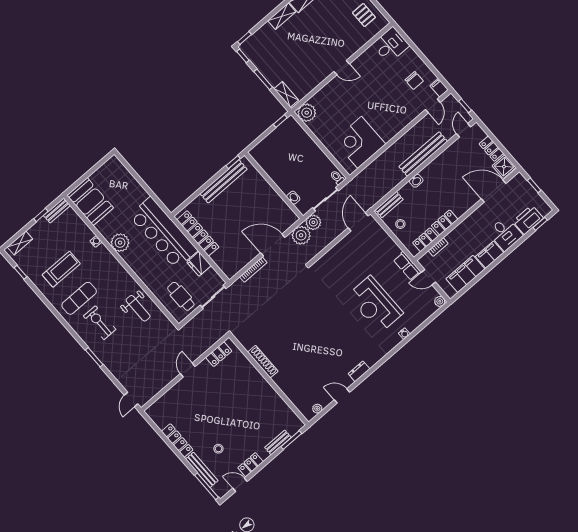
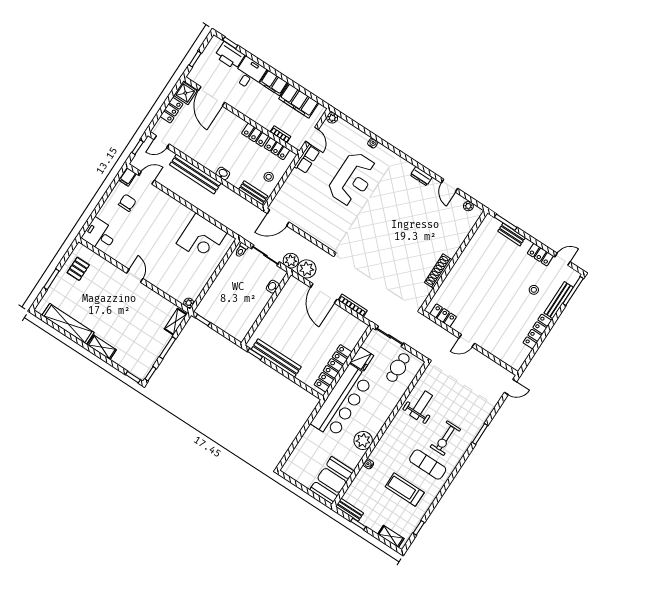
plant: (307, 113) -> (189, 303), width x0.53, depth x0.53
door: (240, 485) -> (562, 259), swing flipped

